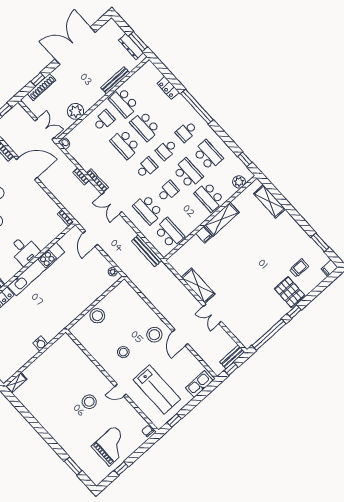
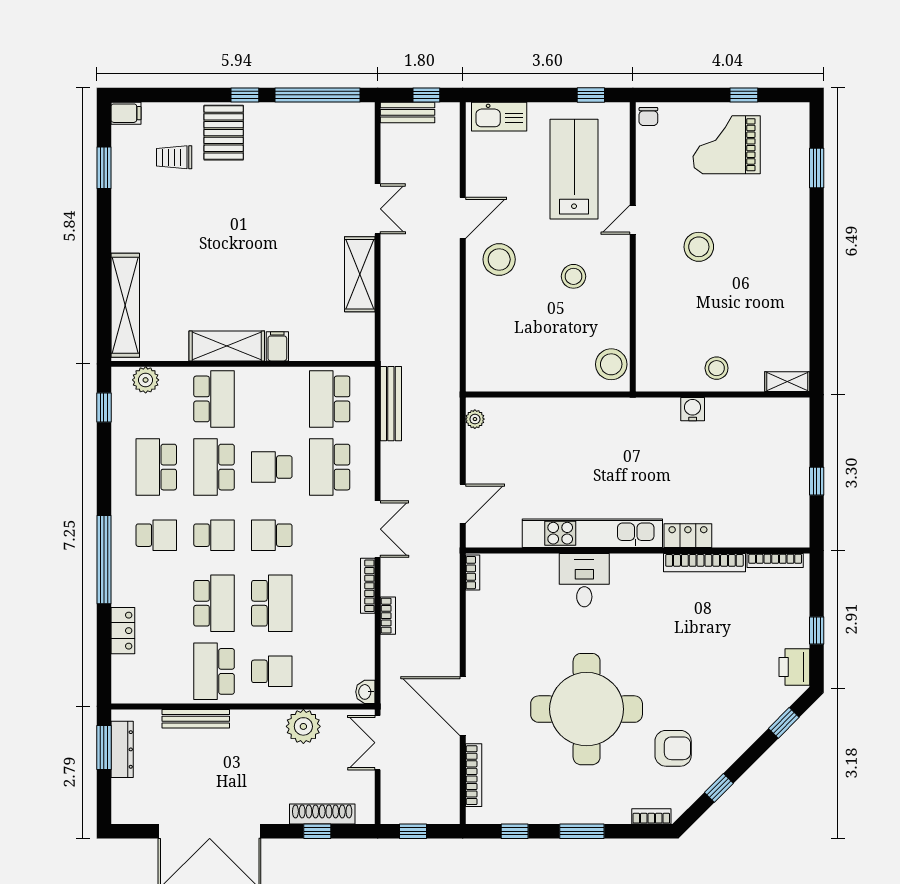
school desk: (124, 102) -> (214, 671), turned 180
school desk: (104, 121) -> (272, 671), turned 180
shelving: (269, 201) -> (125, 305), width x1.47
school desk: (148, 209) -> (330, 467), turned 180
stool: (97, 316) -> (611, 364), moved
stool: (45, 365) -> (717, 368), added
door: (121, 390) -> (633, 220), swing flipped

